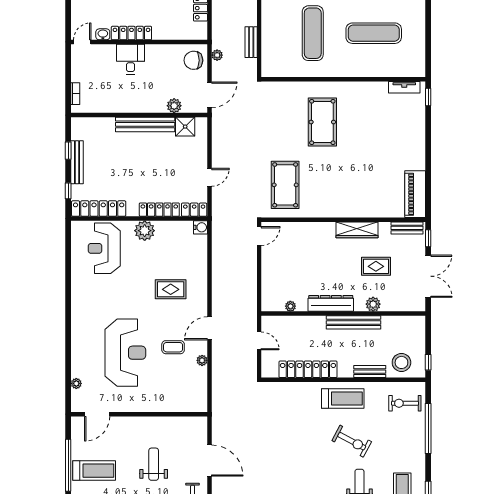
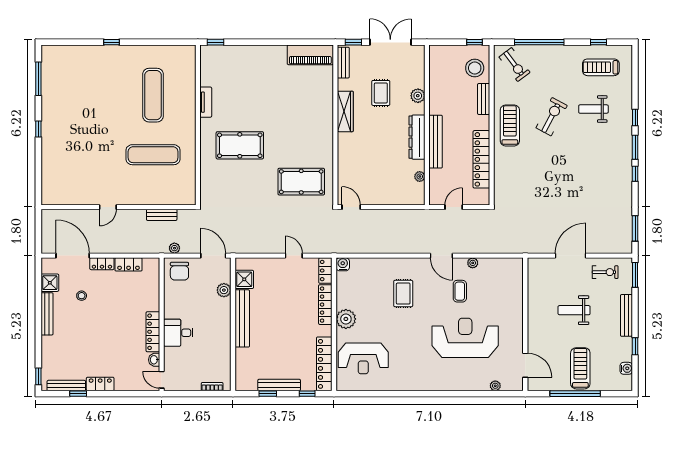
tv unit: (404, 87) -> (206, 102), moved
bench: (354, 322) -> (436, 142), moved
exercise bike: (405, 403) -> (515, 65), turned -37

